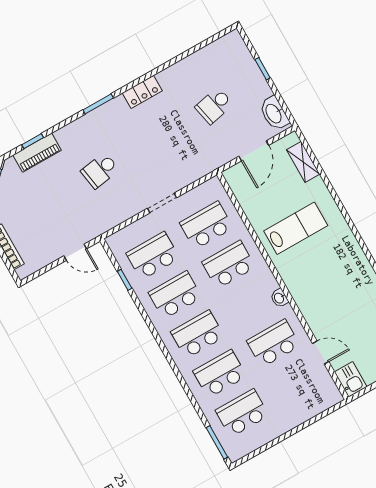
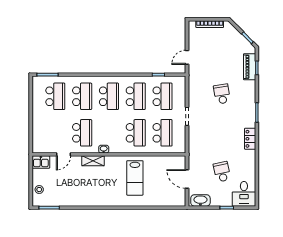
desk: (228, 55) -> (244, 194), added
shelving: (303, 162) -> (93, 161), moved

